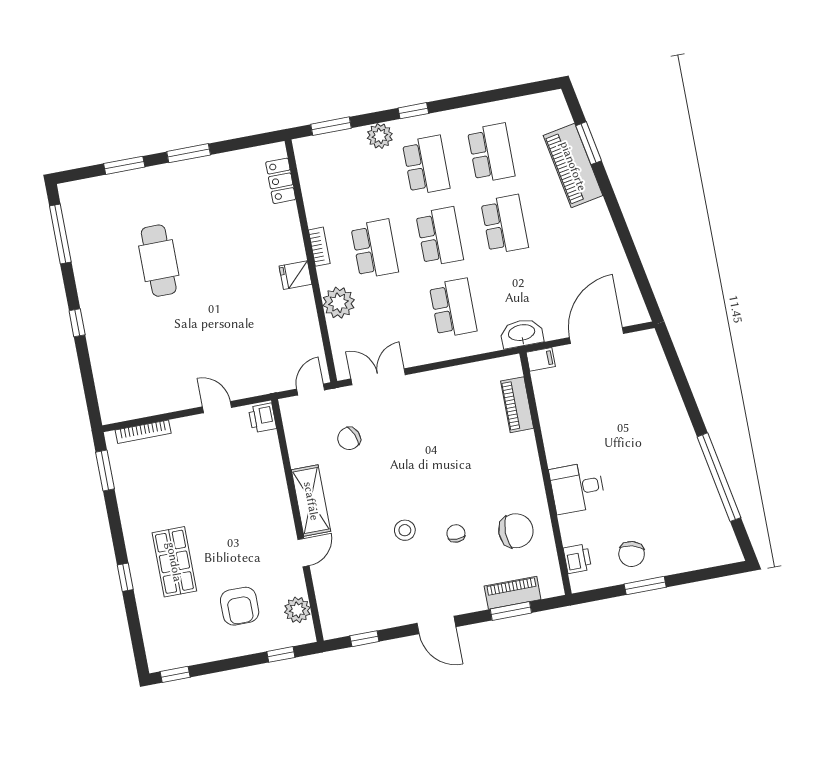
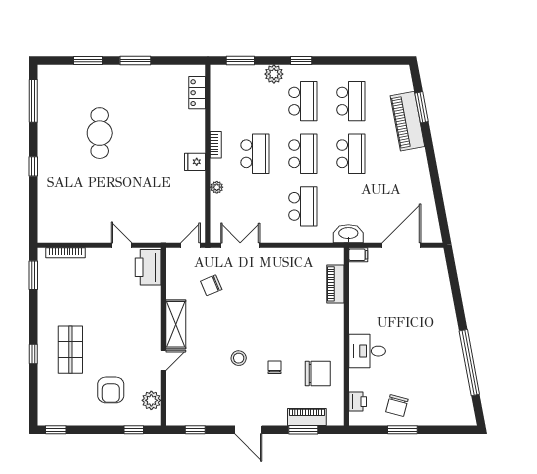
plant: (339, 303) -> (217, 187), width x0.53, depth x0.53
printer: (262, 418) -> (148, 267), width x1.87, depth x1.48

